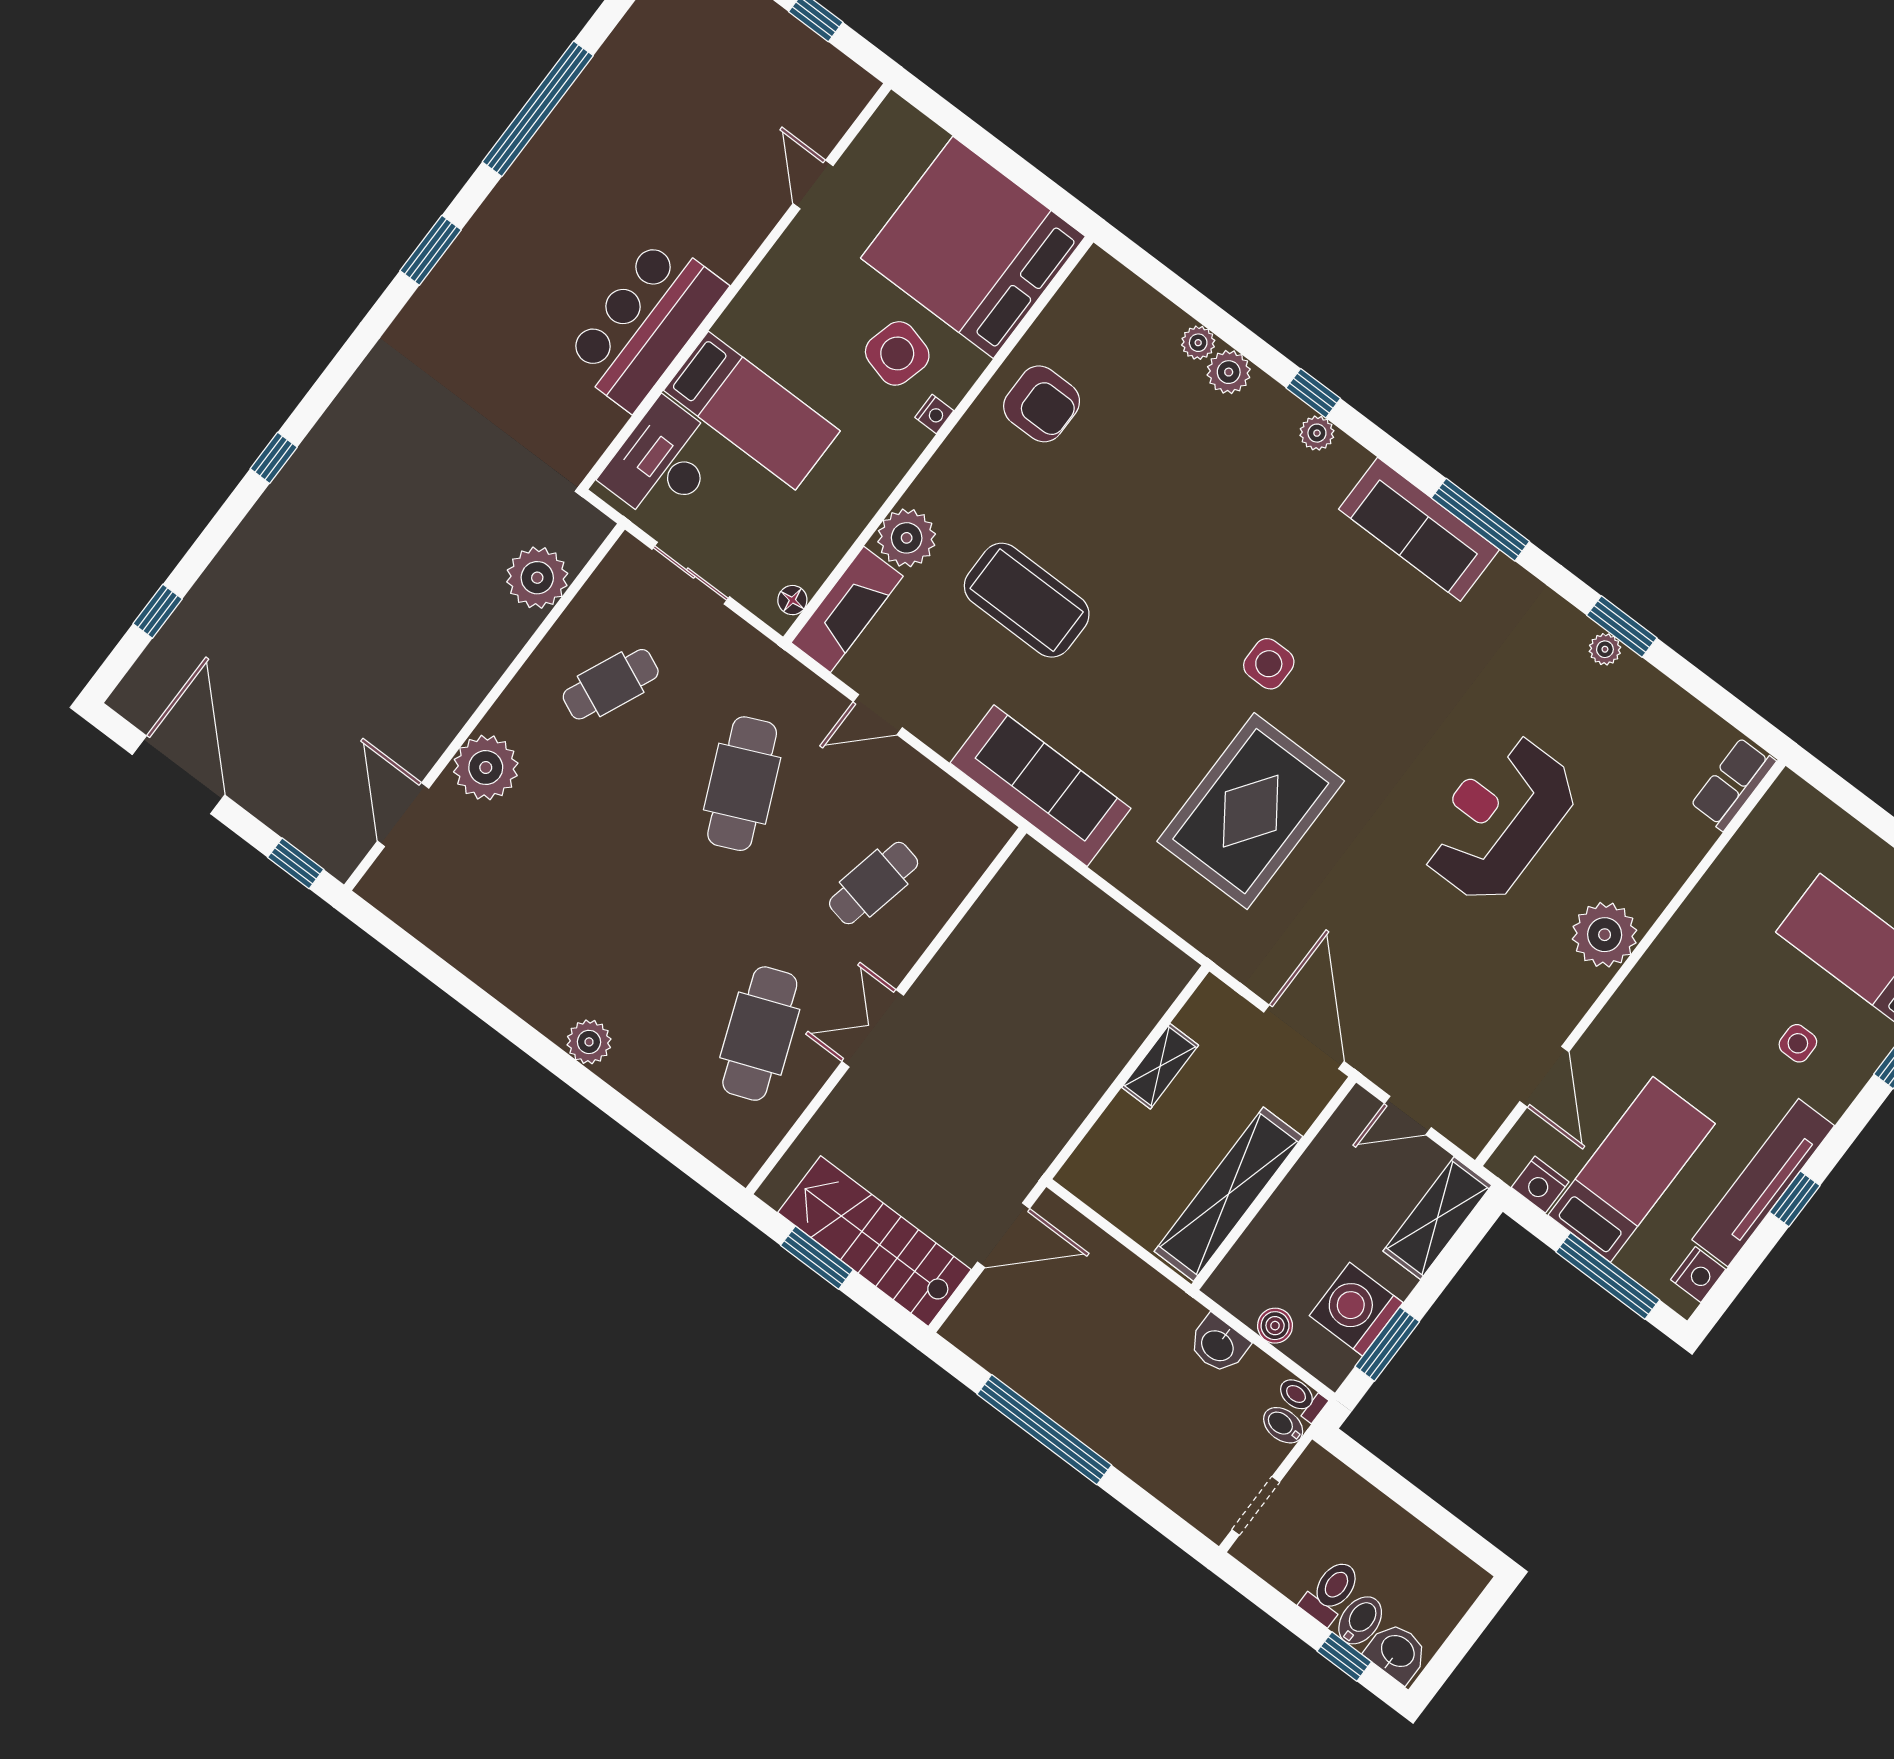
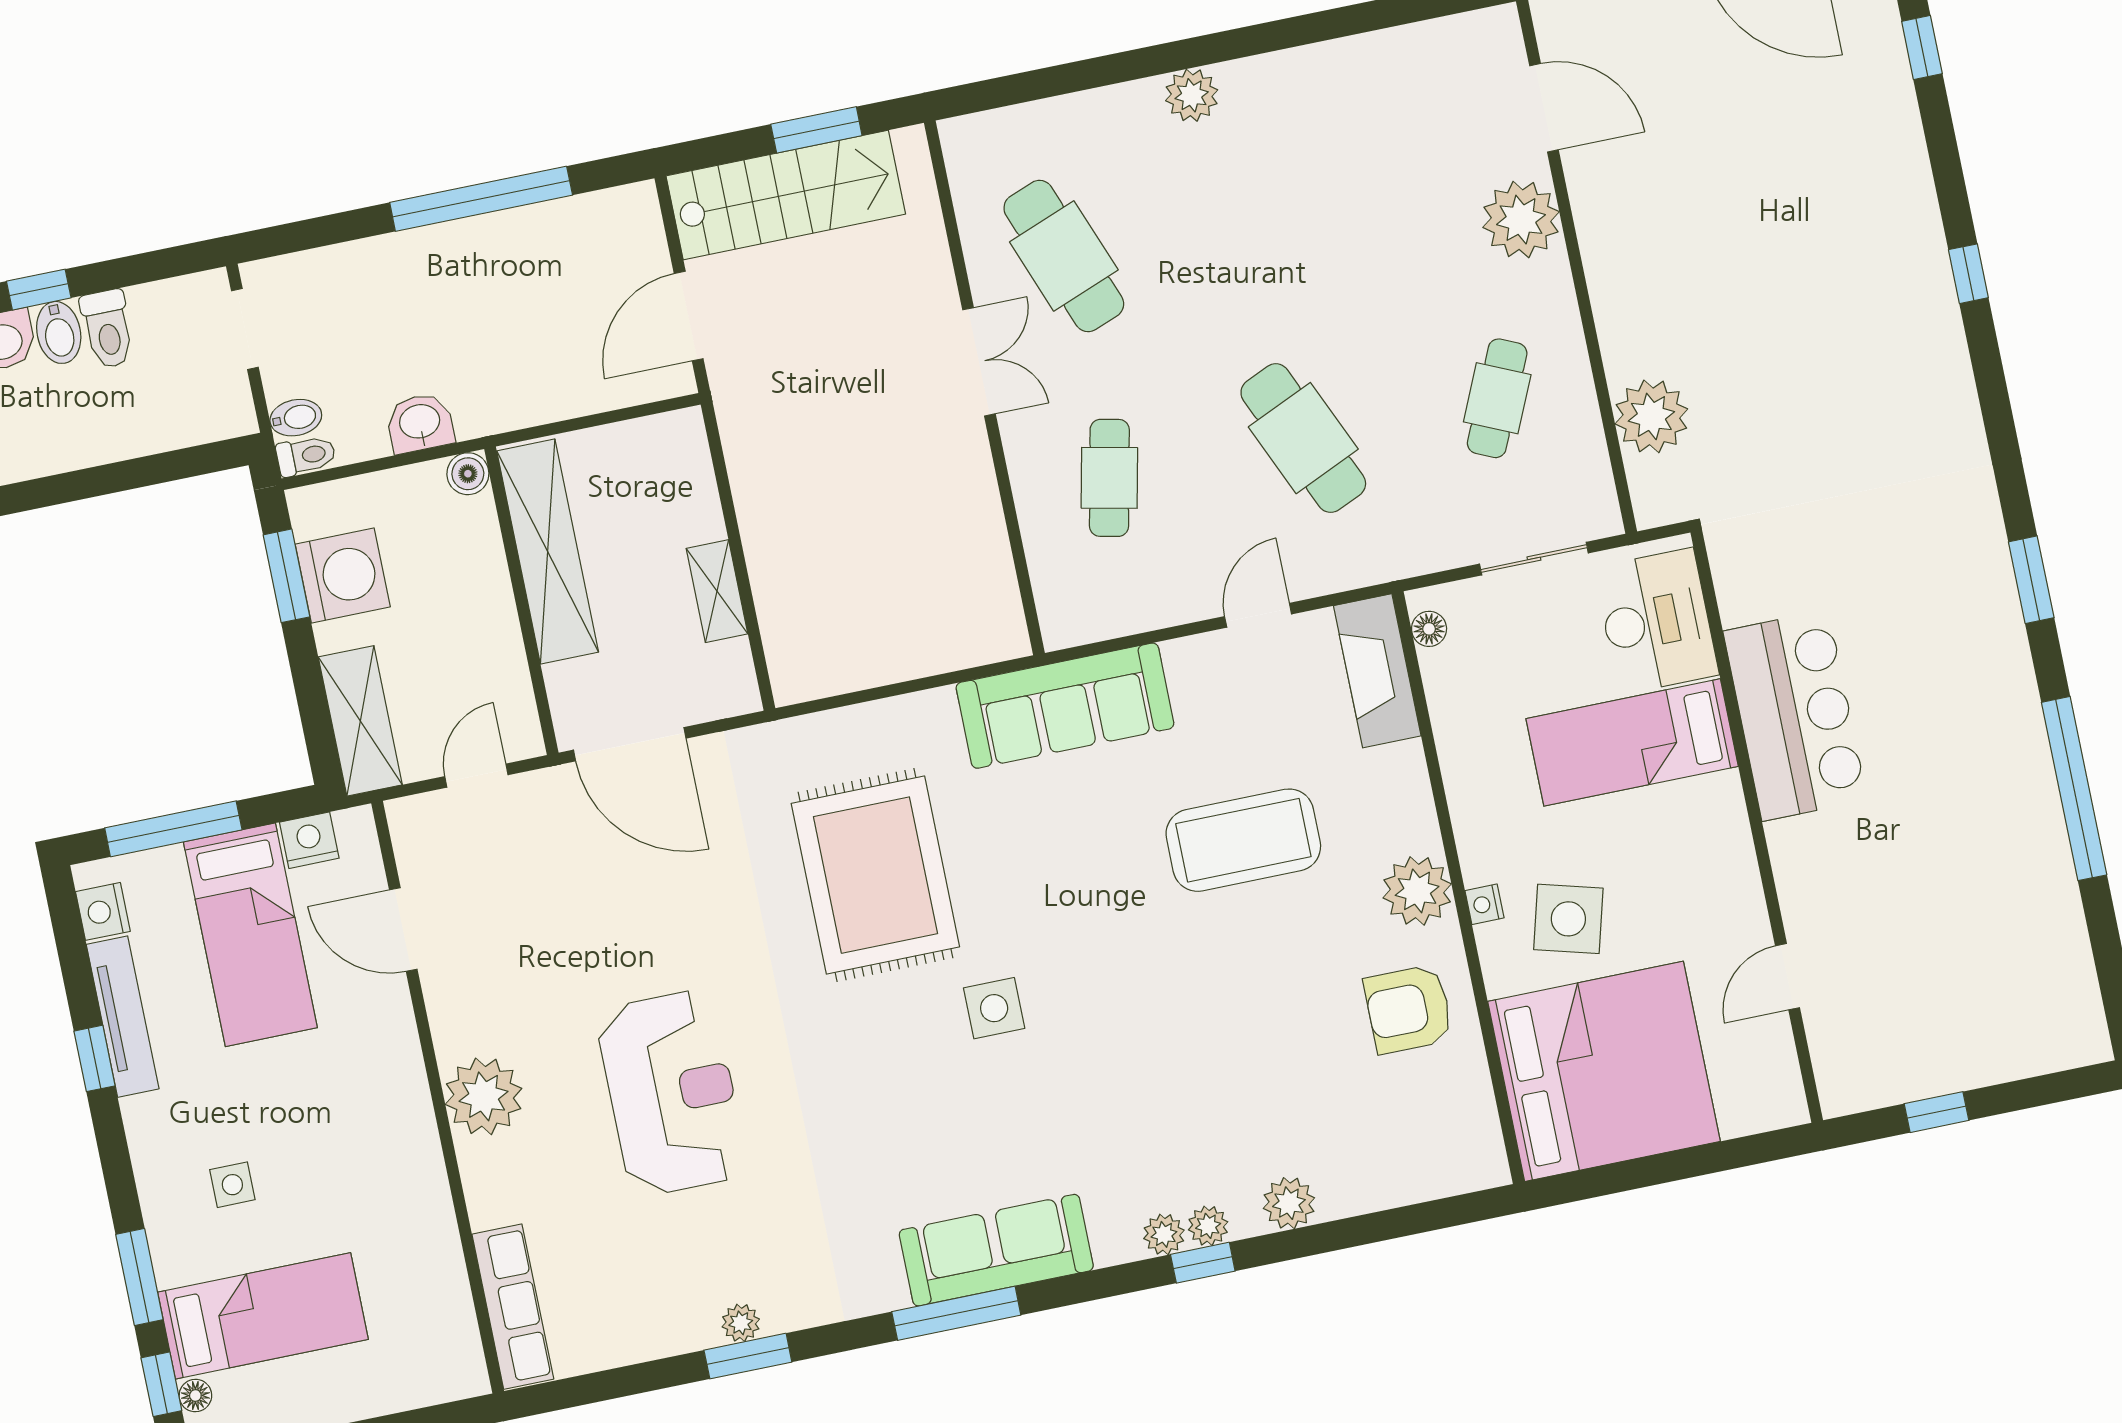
door: (813, 185) -> (1788, 977), swing flipped
plant: (1198, 343) -> (1208, 1226), moved
plant: (907, 538) -> (1417, 891), moved
row of seats: (1733, 784) -> (513, 1307), width x1.48
tv unit: (1763, 1183) -> (123, 1017), width x0.73, depth x0.78
boiler: (1275, 1326) -> (468, 474), moved

